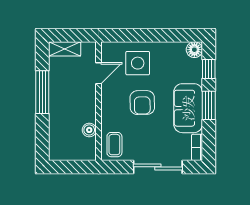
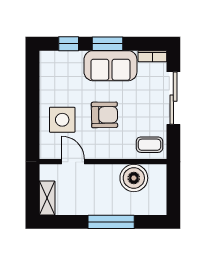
floor lamp: (194, 50) -> (48, 59), removed
window: (42, 92) -> (111, 222), moved
boiler: (89, 130) -> (134, 178), width x1.86, depth x1.86

